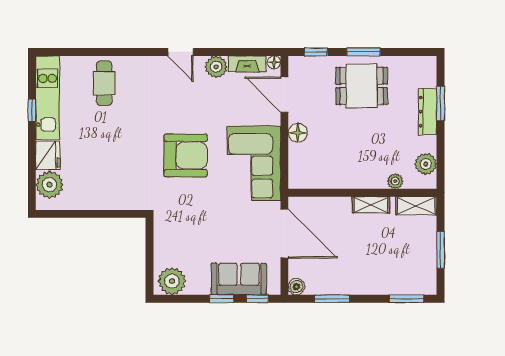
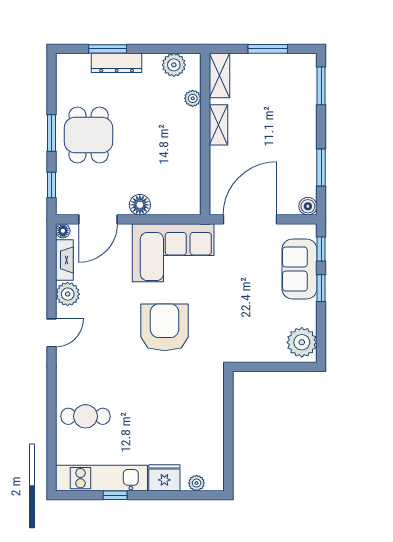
plant: (49, 185) -> (196, 483), width x0.53, depth x0.53

